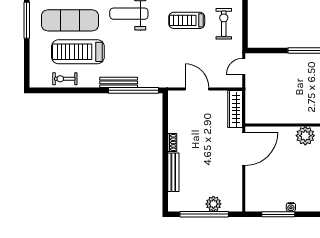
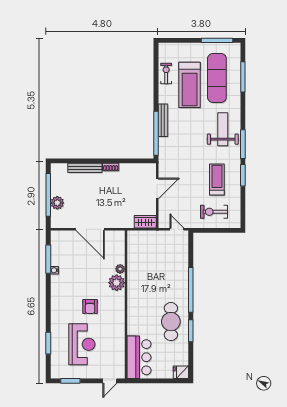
exercise bike: (224, 24) -> (214, 212), turned 180
treadmill: (78, 52) -> (190, 85), turned 180
wardrobe: (235, 109) -> (145, 222), width x0.67
plant: (289, 132) -> (120, 269), added
door: (244, 149) -> (90, 229), moved

